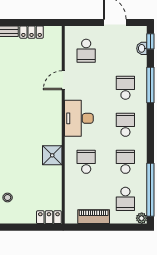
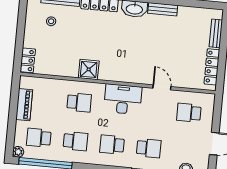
locker: (32, 32) -> (212, 67), width x1.53
school desk: (125, 125) -> (112, 145), turned 180

